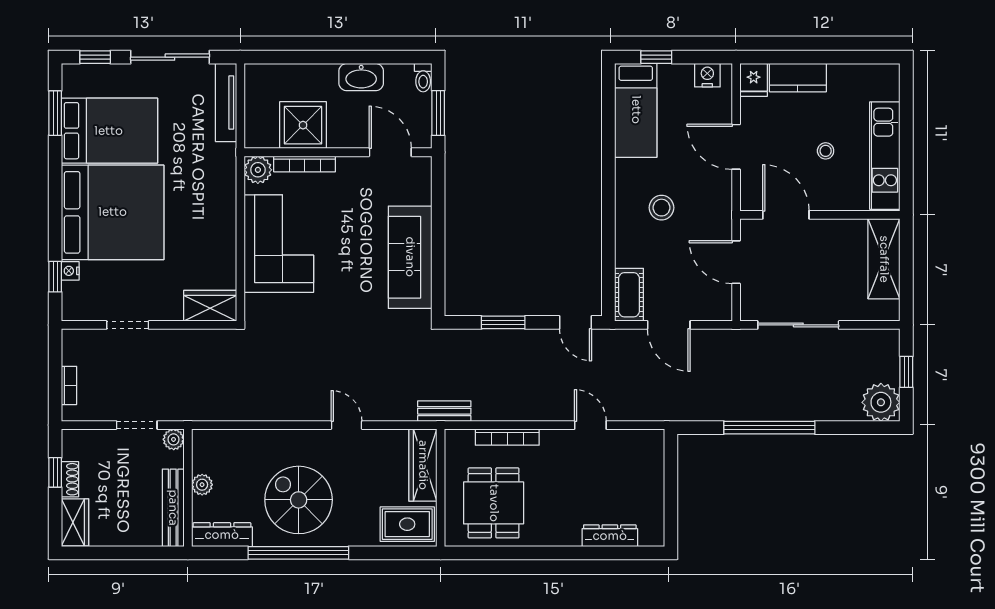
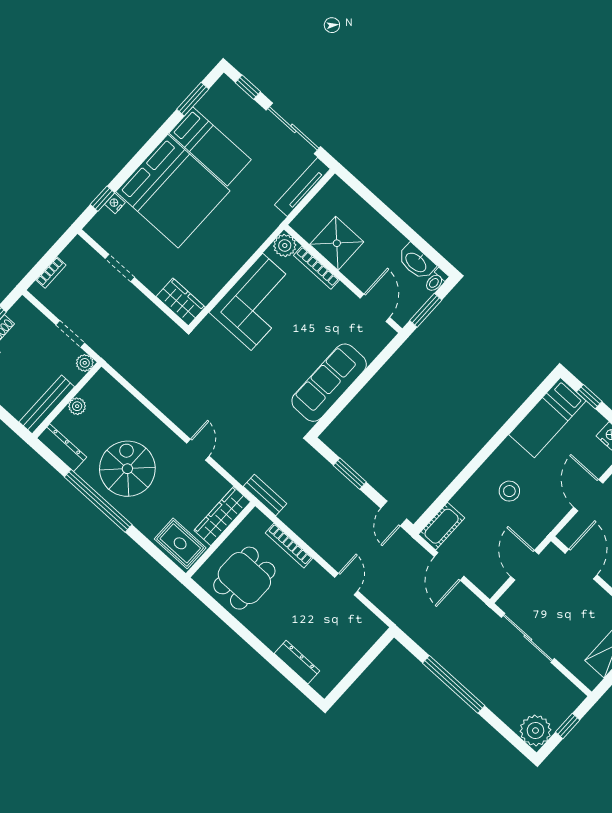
washbasin: (361, 77) -> (416, 262), moved
bed: (109, 131) -> (210, 146), width x0.67

